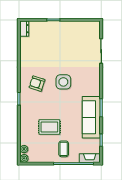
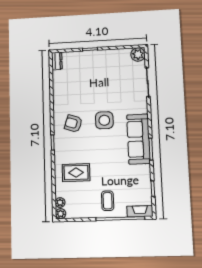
plant: (94, 27) -> (138, 54), added
sofa: (91, 117) -> (138, 139), moved
rug: (49, 127) -> (76, 173), moved

